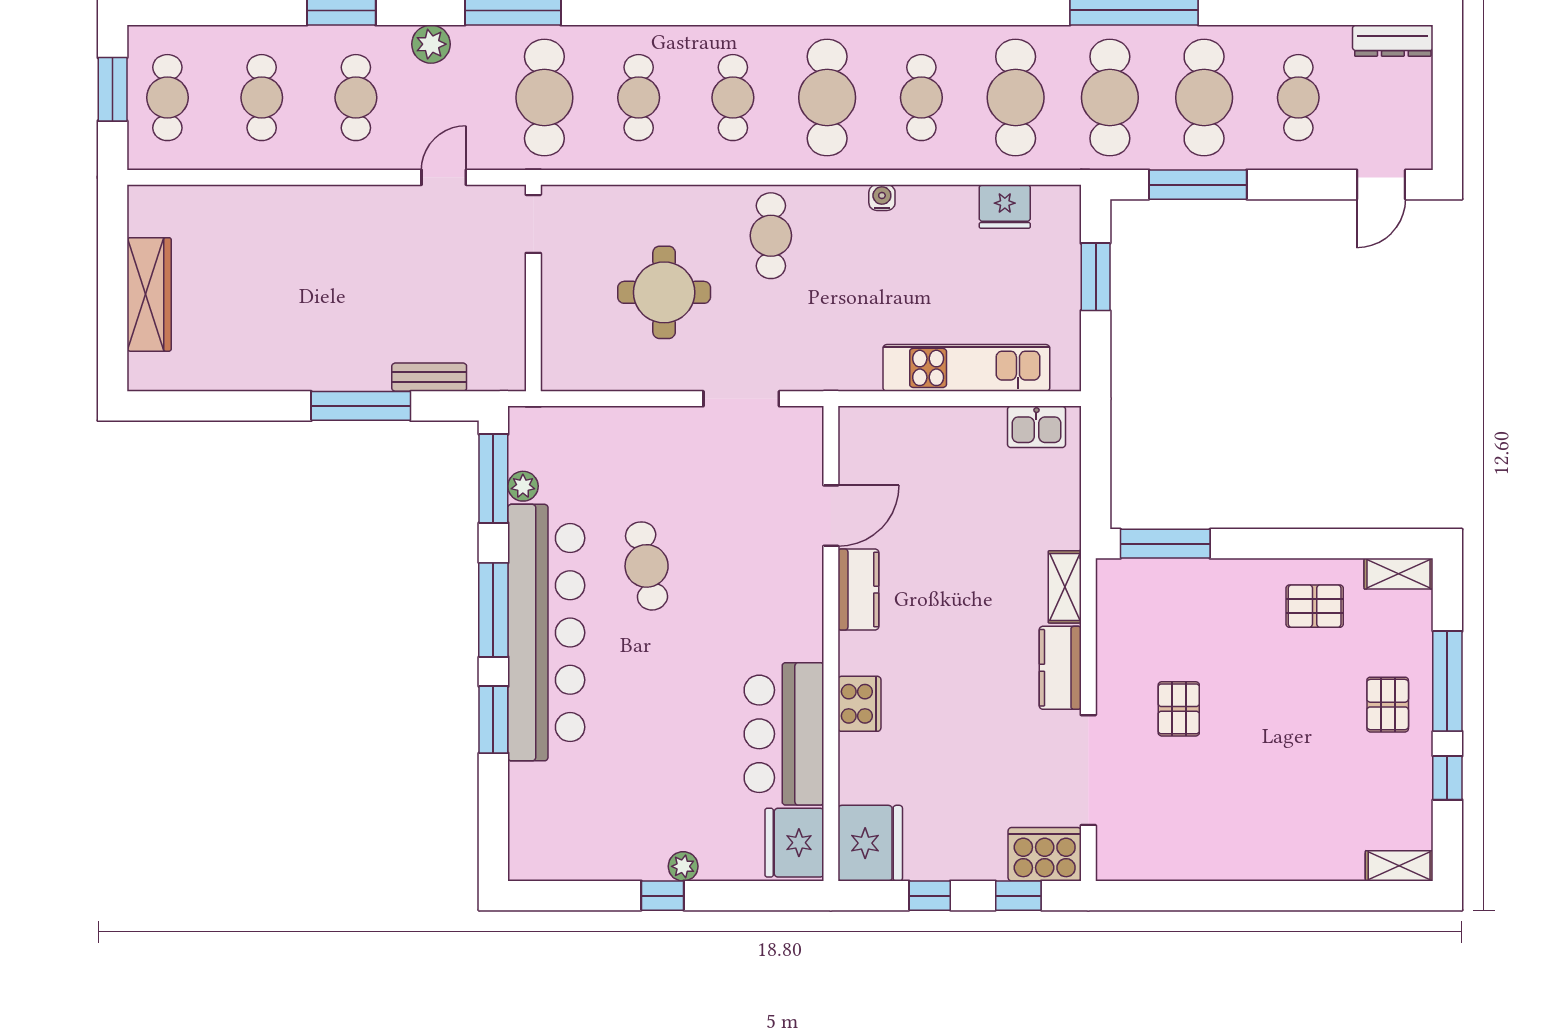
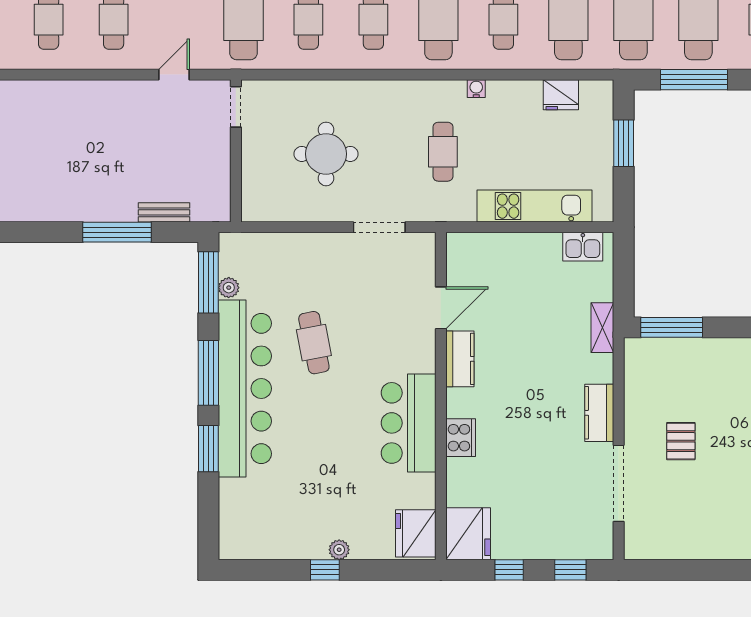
cafe table: (771, 236) -> (443, 152), moved
shelving: (1065, 587) -> (602, 328), moved
bar counter: (784, 734) -> (409, 423), moved
cooker: (1045, 854) -> (588, 541), removed

